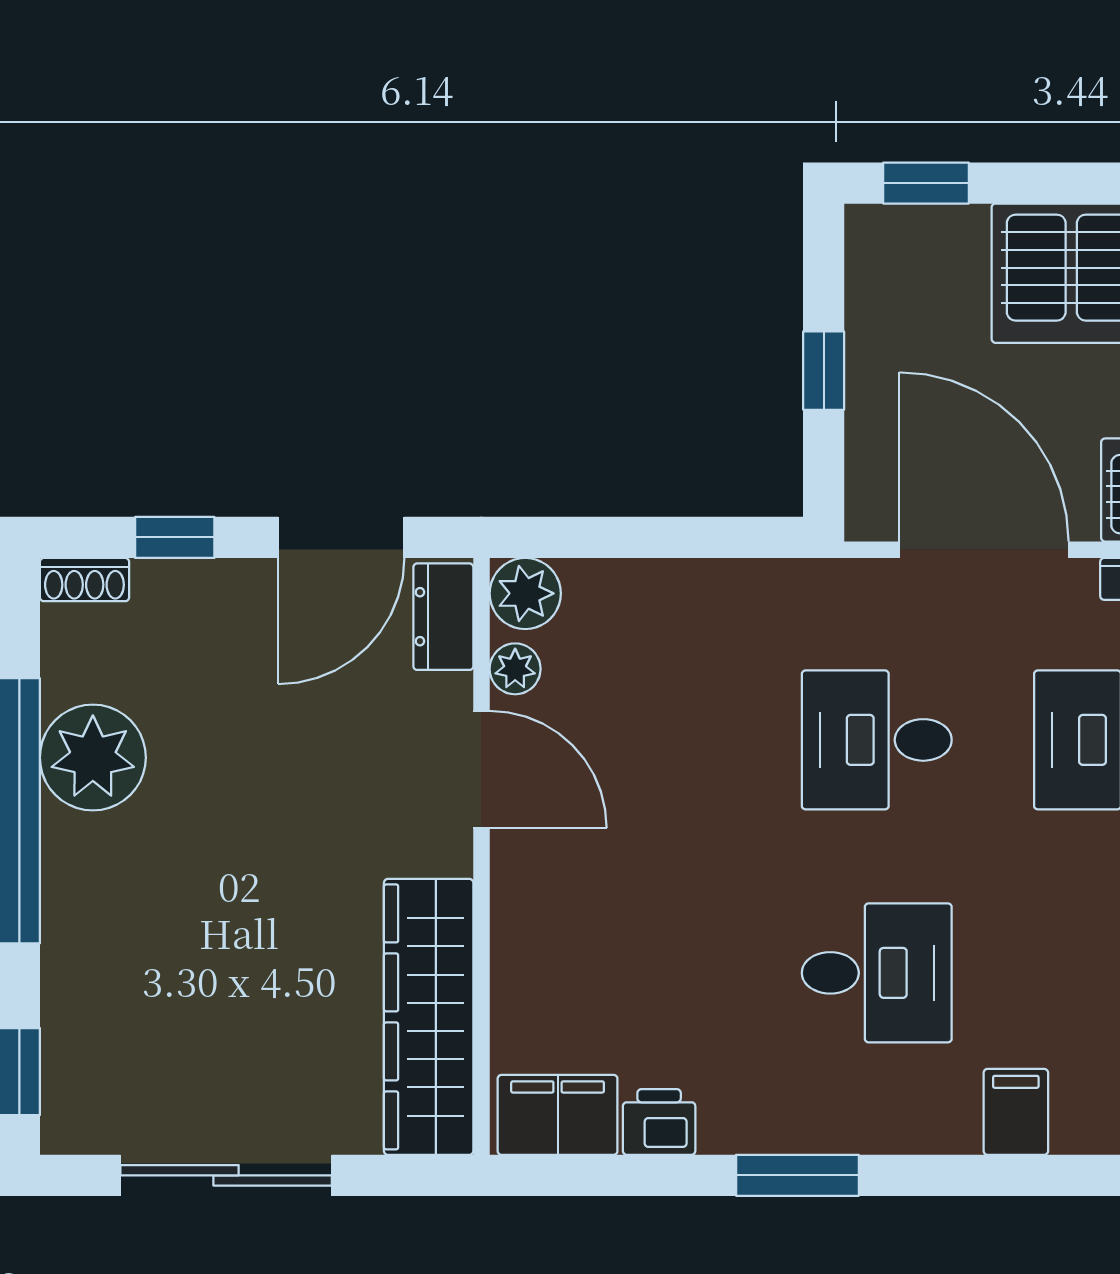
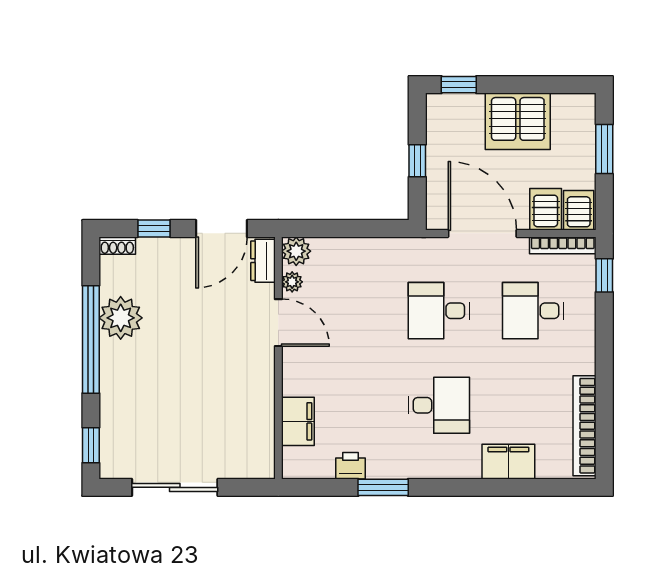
wardrobe: (429, 1017) -> (257, 423), removed
filing cabinet: (1016, 1112) -> (508, 462), width x2.00
filing cabinet: (558, 1115) -> (298, 421), moved, turned 90
window: (797, 1175) -> (383, 487), moved

